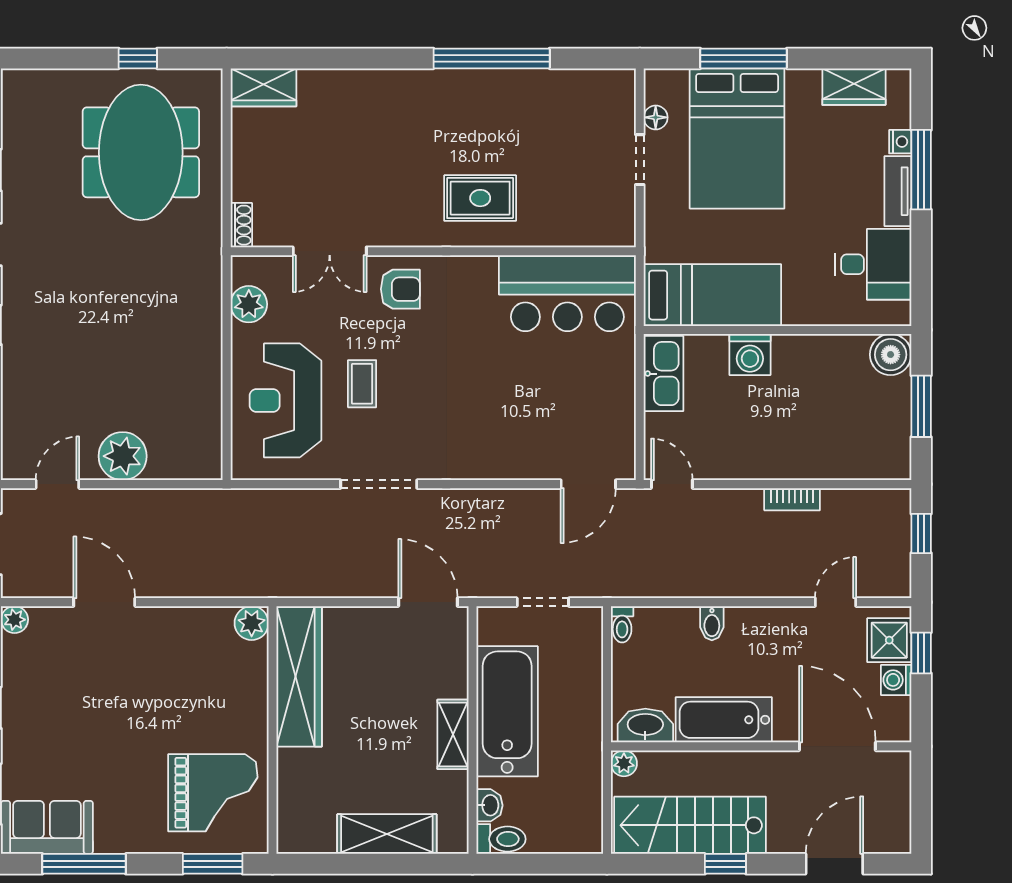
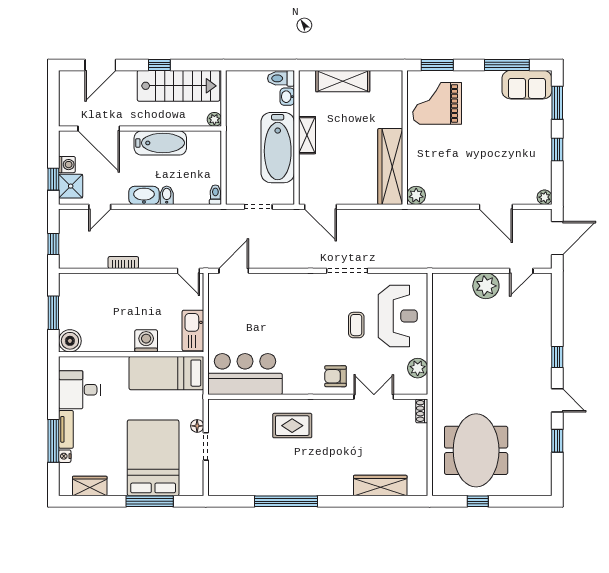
wardrobe: (263, 87) -> (380, 486), moved, width x1.50
floor lamp: (656, 117) -> (197, 426), moved
washbasin: (645, 726) -> (144, 195), moved, turned 180

